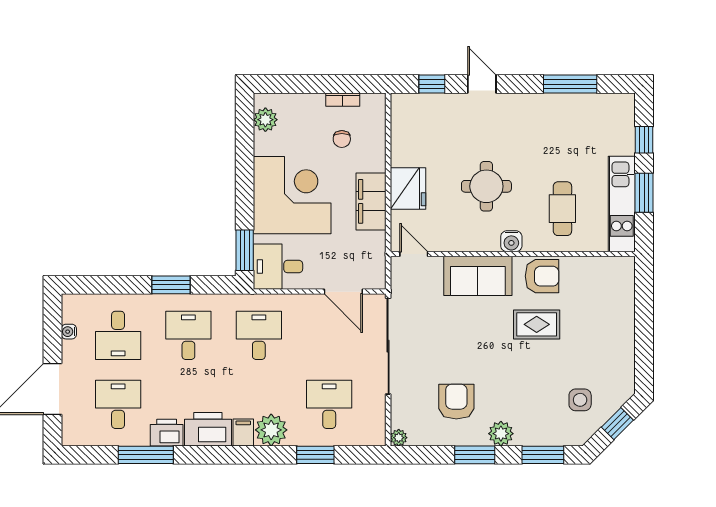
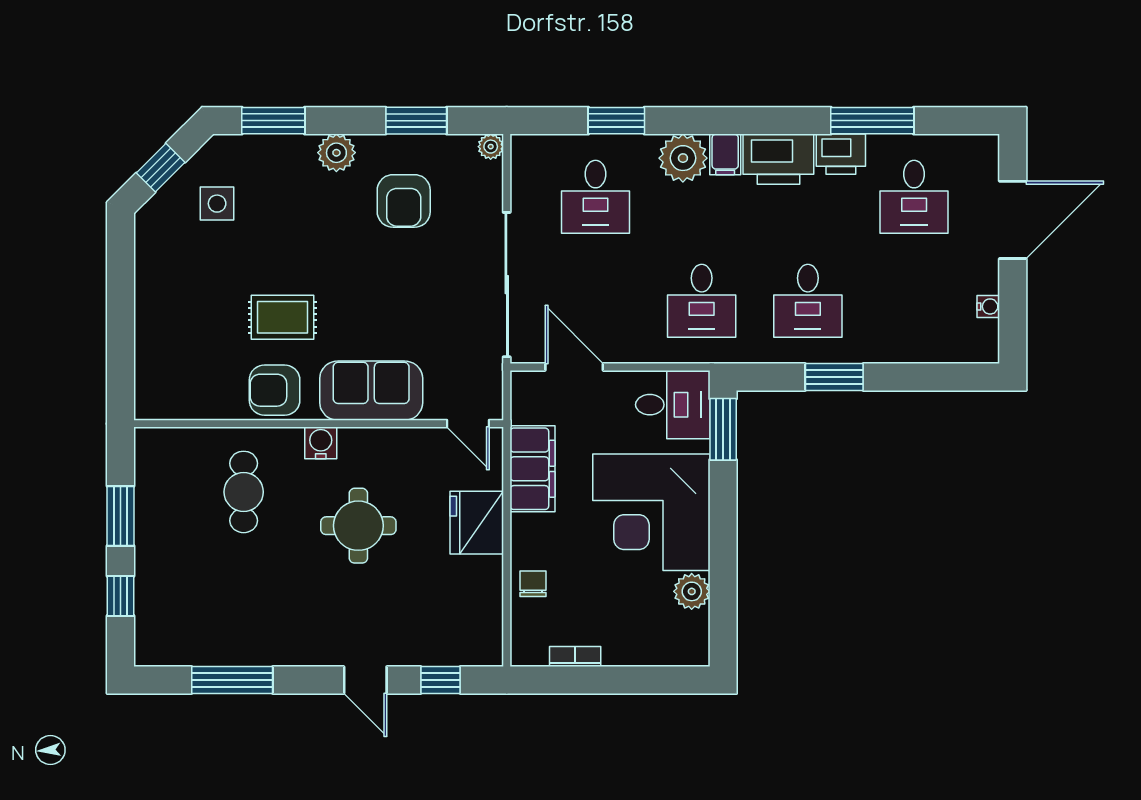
plant: (265, 120) -> (692, 591), moved
chair: (342, 139) -> (533, 584), moved
filing cabinet: (371, 201) -> (532, 469), moved
kitchen unit: (622, 204) -> (154, 499), removed
desk: (118, 335) -> (914, 301), removed
window: (475, 455) -> (416, 121), moved

